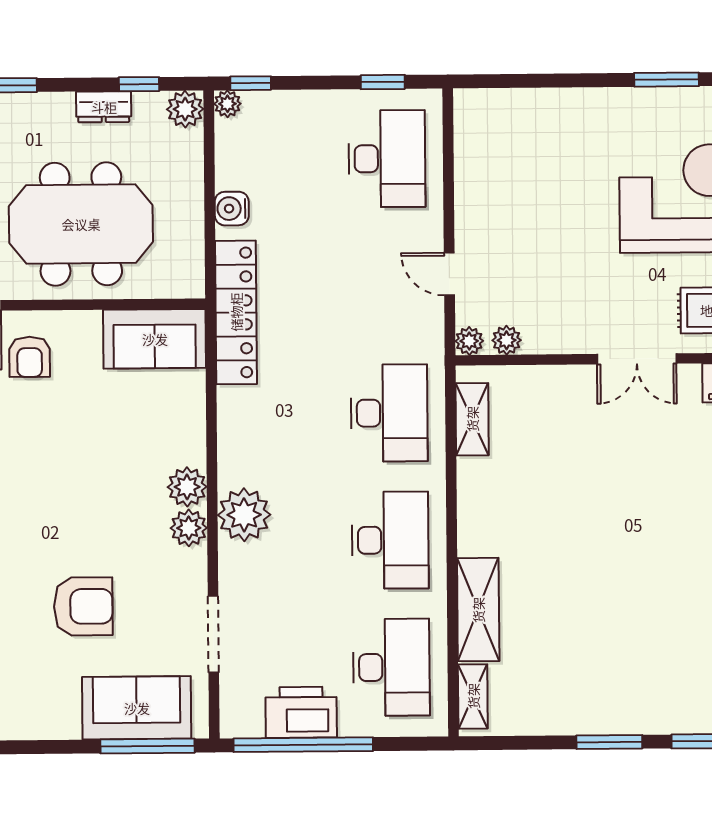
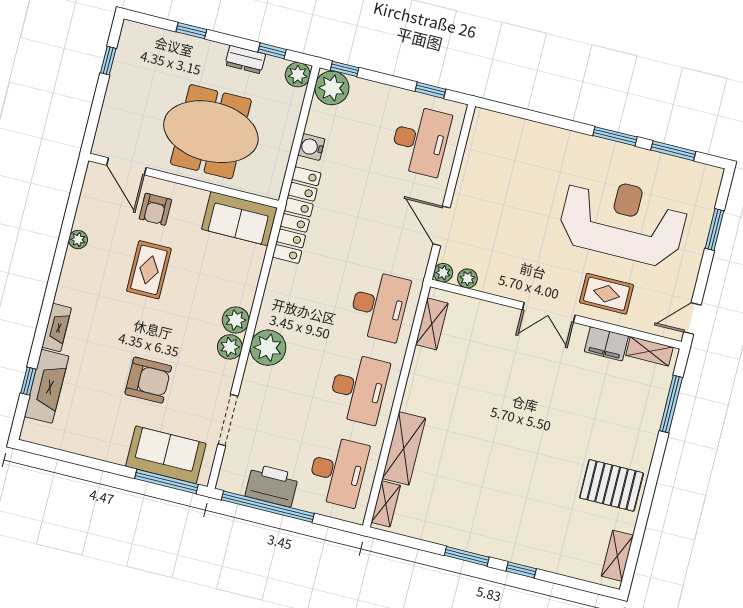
plant: (227, 104) -> (332, 88), width x1.88, depth x1.88
door: (449, 274) -> (441, 226), width x1.37
rug: (43, 447) -> (149, 270), added

